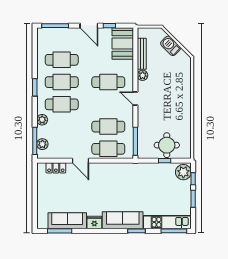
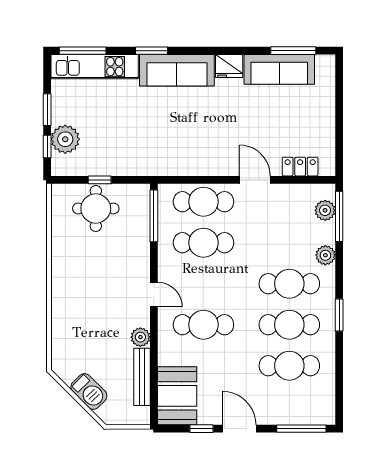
plant: (183, 172) -> (65, 139), moved

